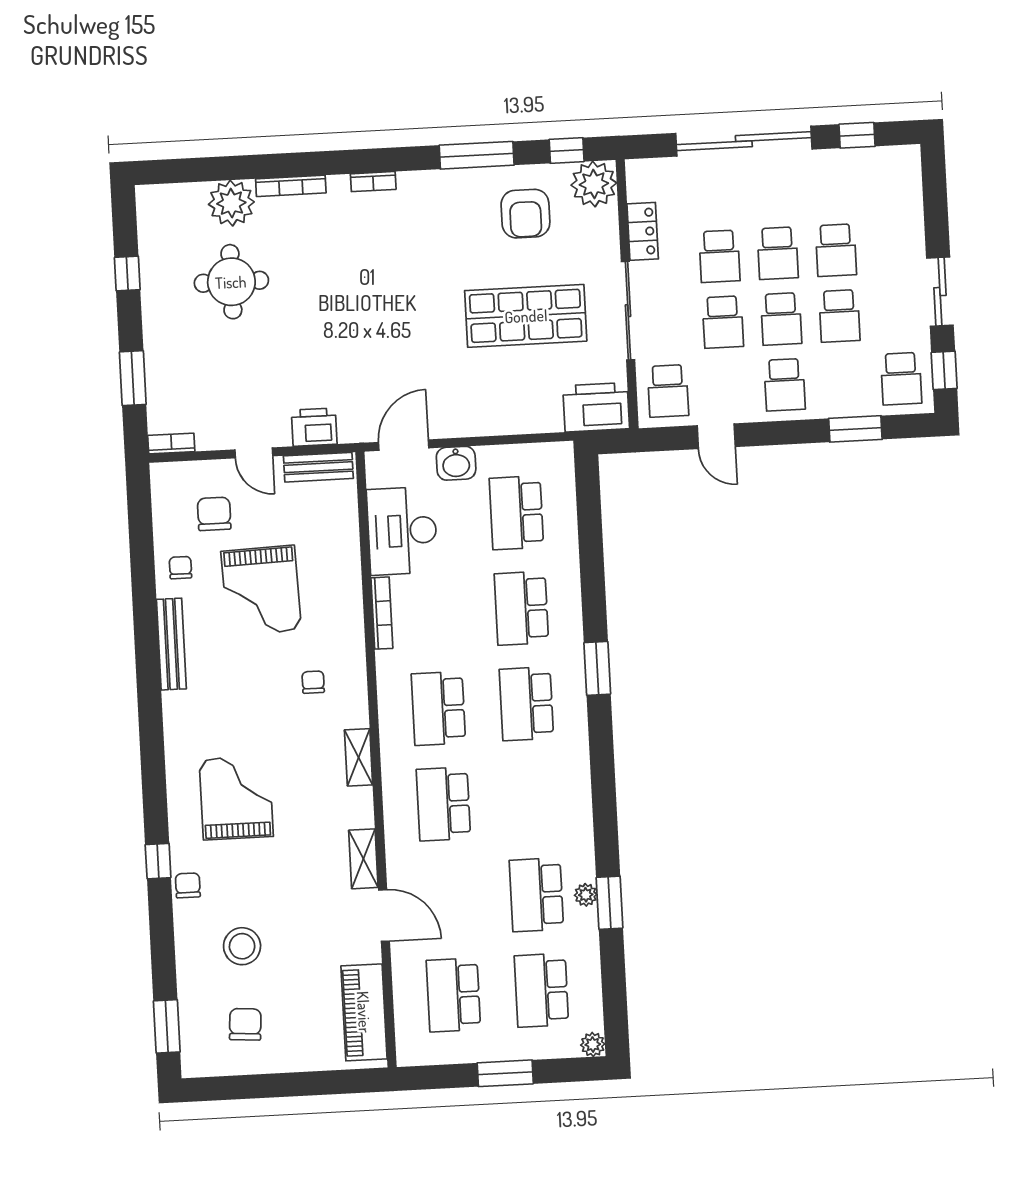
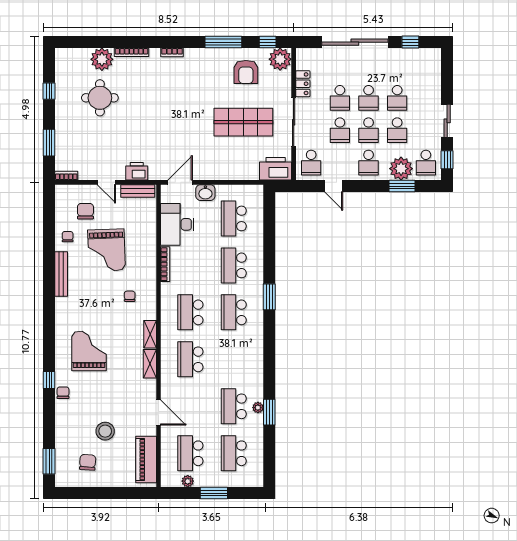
plant: (851, 393) -> (401, 169), added
shelving: (363, 859) -> (150, 364), moved
stool: (242, 946) -> (105, 431), moved
plant: (593, 1044) -> (188, 481), moved

